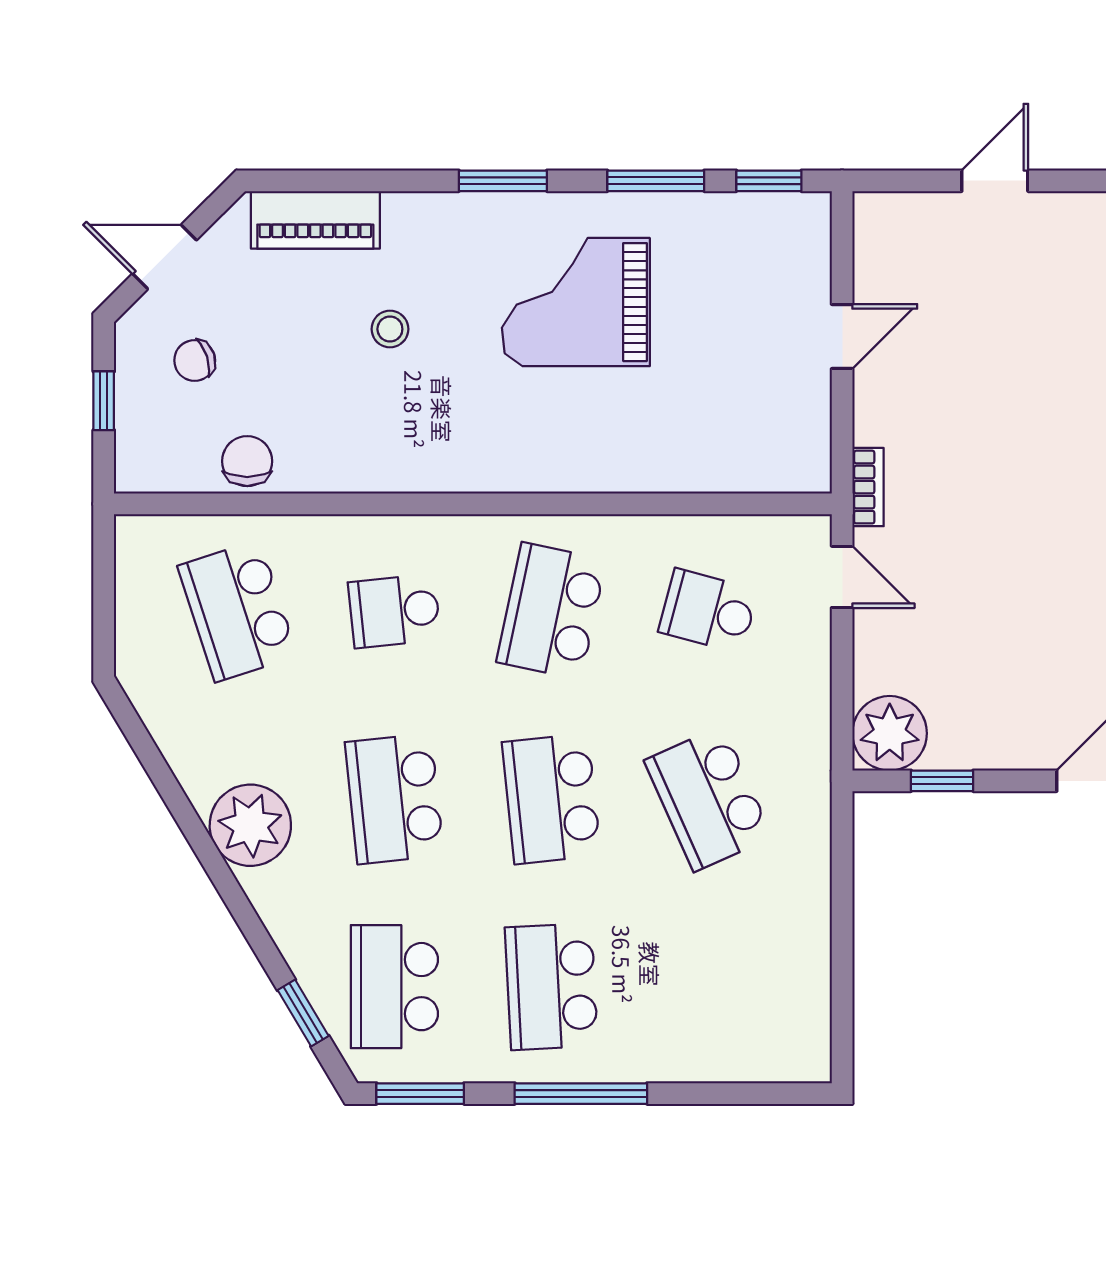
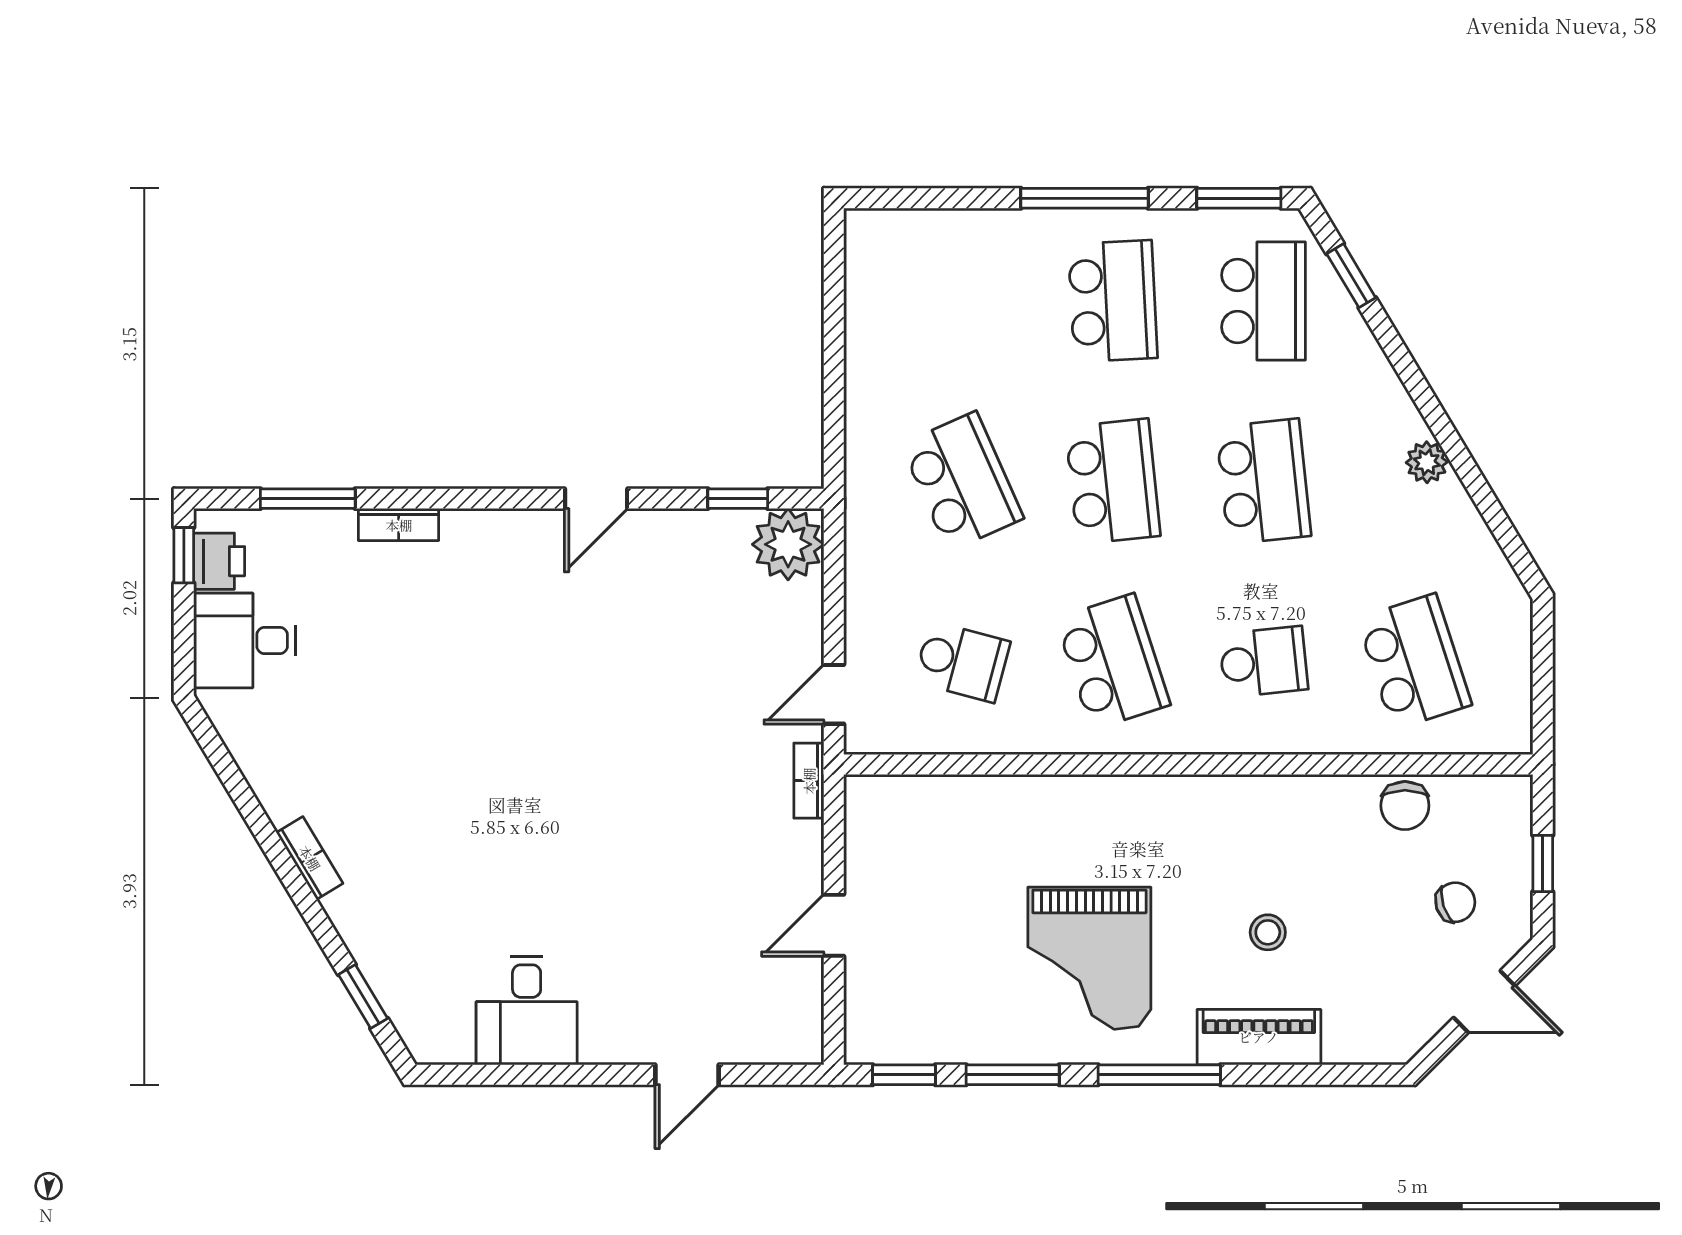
window: (503, 181) -> (1159, 1075), width x1.44
piano: (315, 220) -> (1259, 1037), moved
grand piano: (576, 302) -> (1089, 958), turned 90
door: (842, 577) -> (834, 694), hinge flipped
school desk: (551, 611) -> (1113, 662), turned -30
plant: (250, 825) -> (1427, 462), width x0.53, depth x0.53

